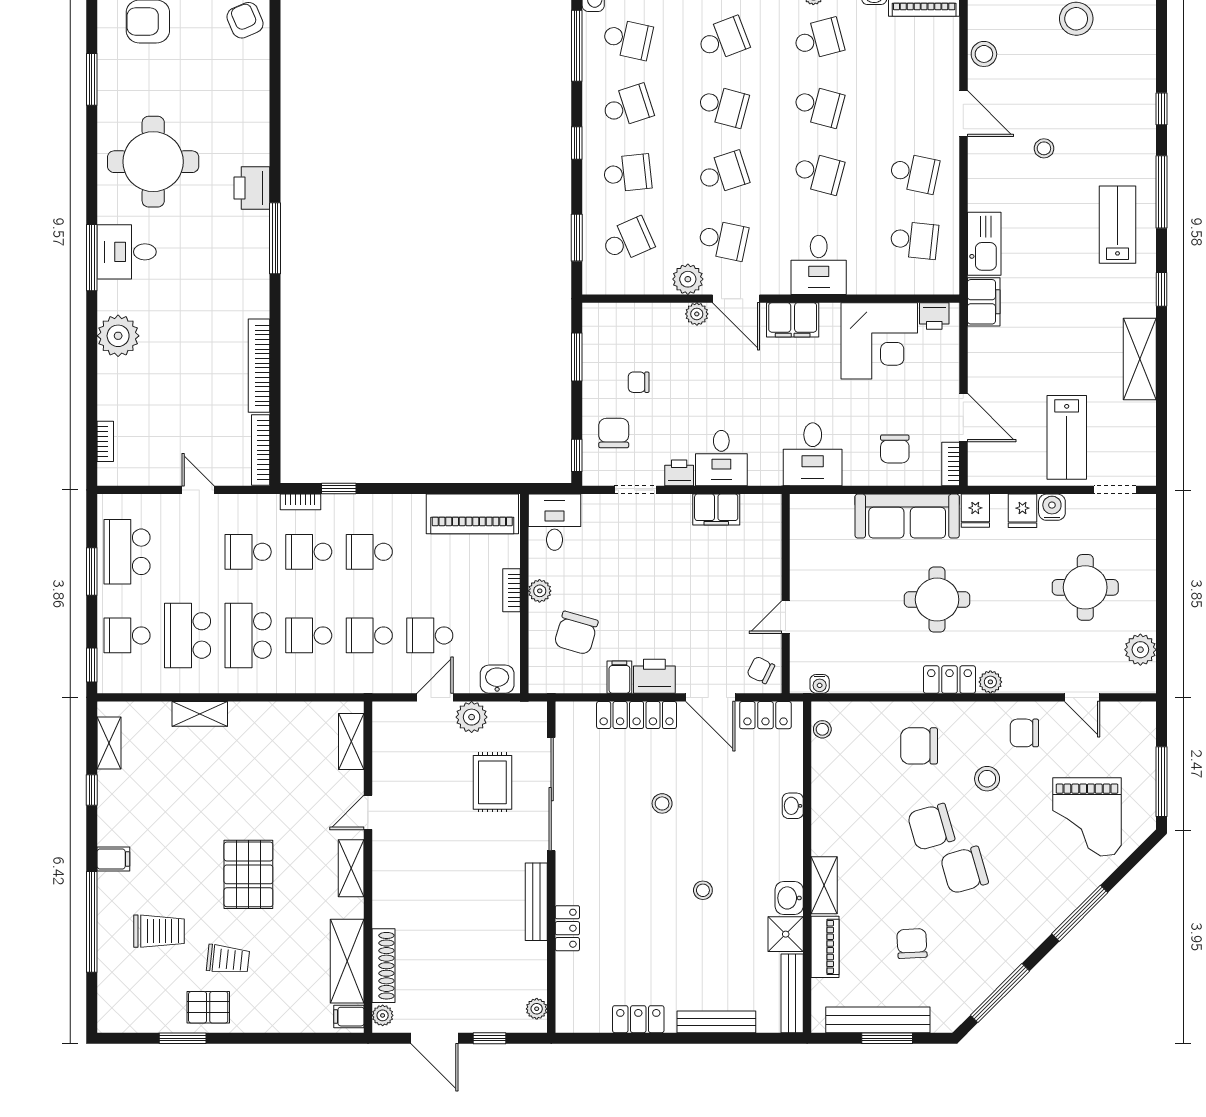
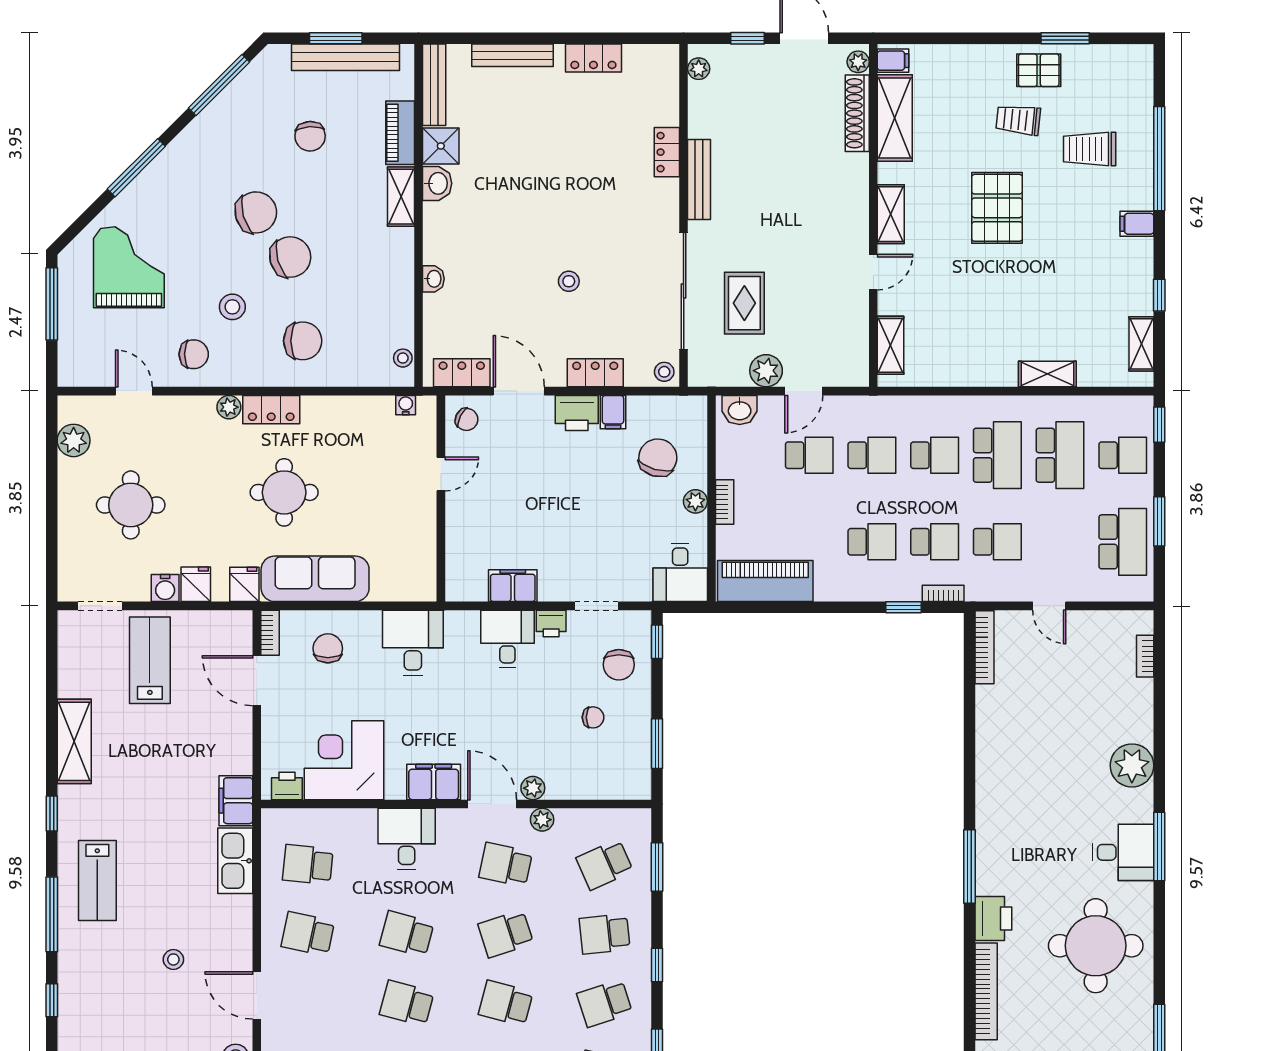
plant: (688, 279) -> (542, 820), width x0.73, depth x0.73
bookcase: (259, 366) -> (986, 991), moved
locker: (637, 715) -> (595, 373), width x0.66
stool: (703, 890) -> (664, 372), moved

